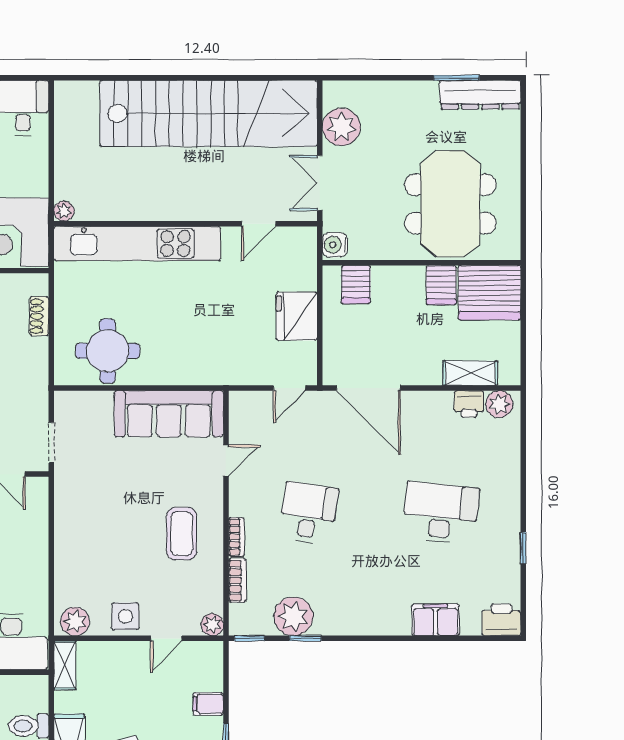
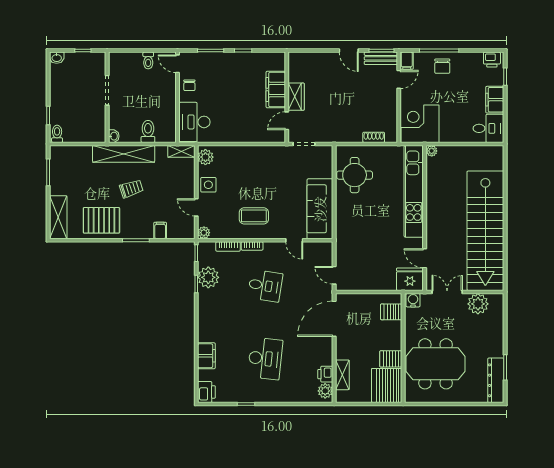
fridge: (297, 316) -> (410, 279), moved

